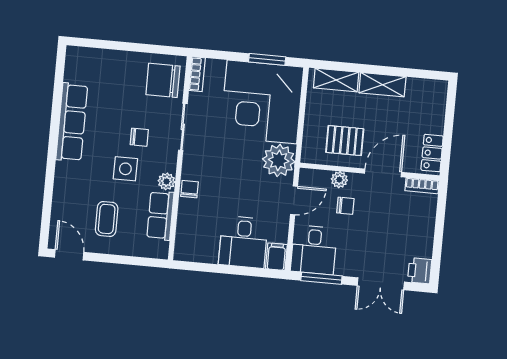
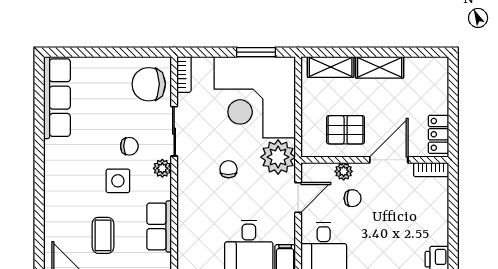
row of seats: (72, 122) -> (57, 98), moved
plant: (166, 181) -> (162, 168), moved
chair: (189, 189) -> (228, 169), moved

